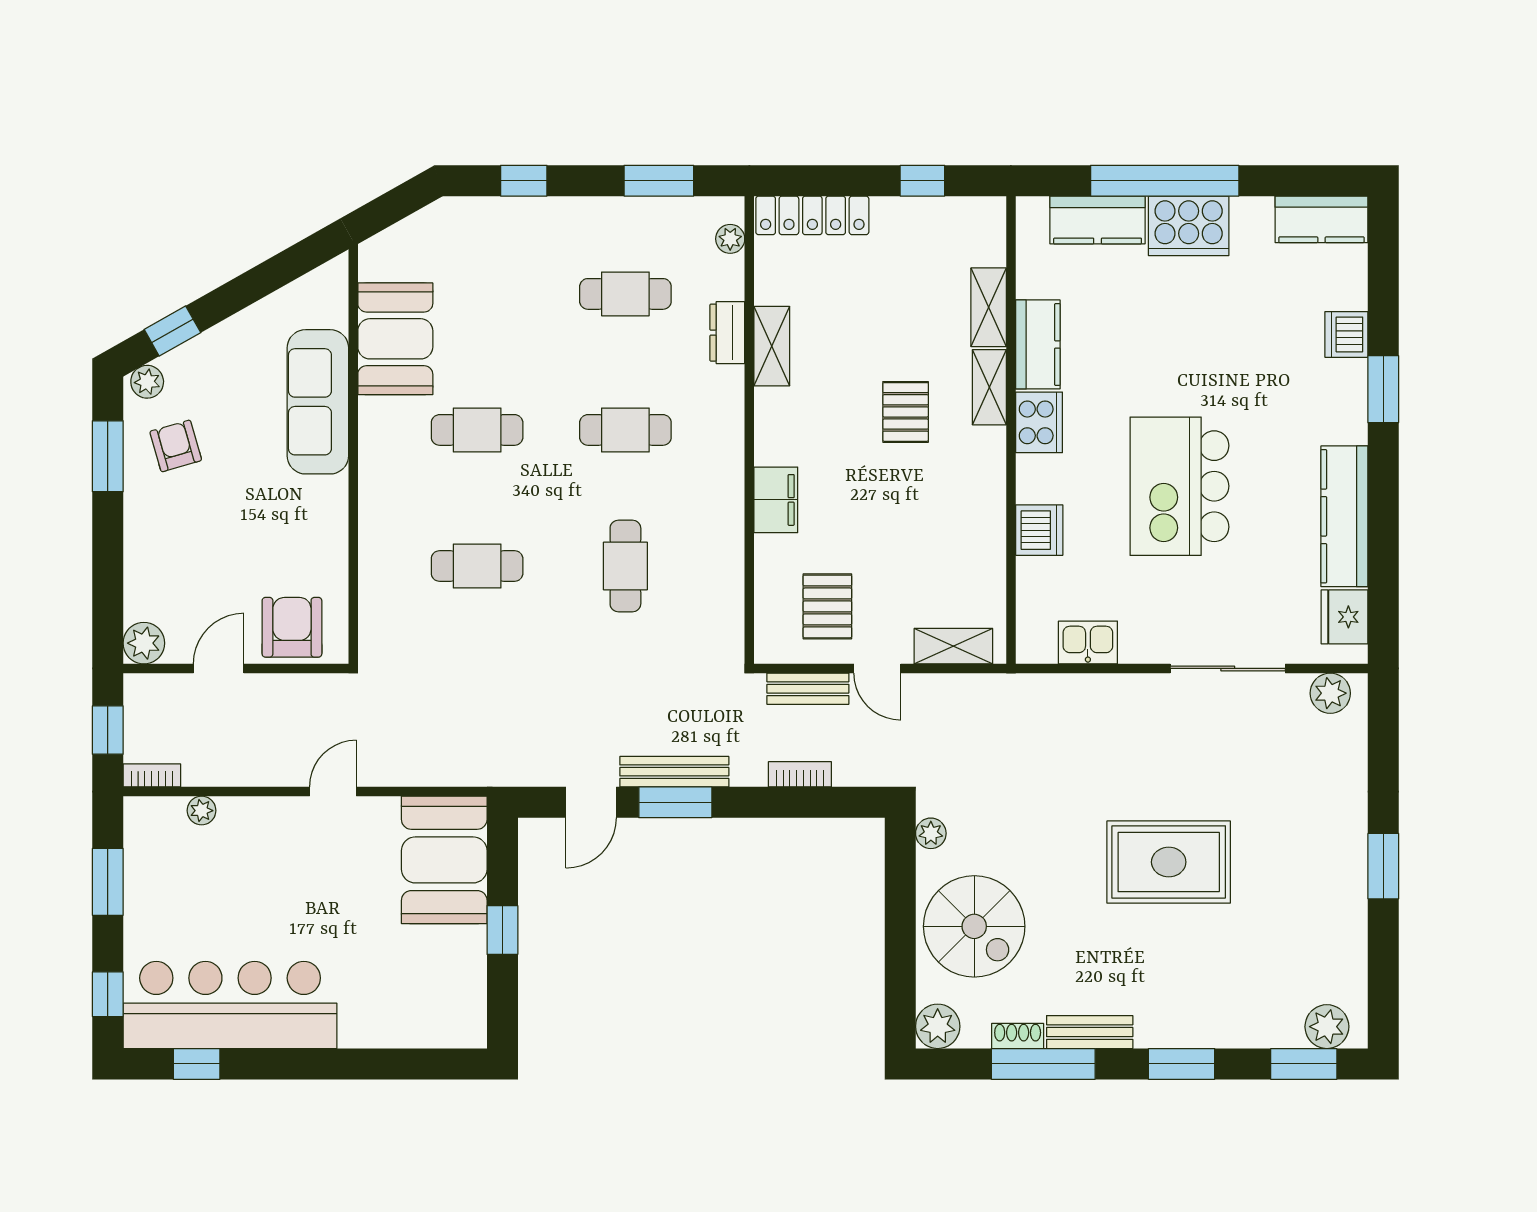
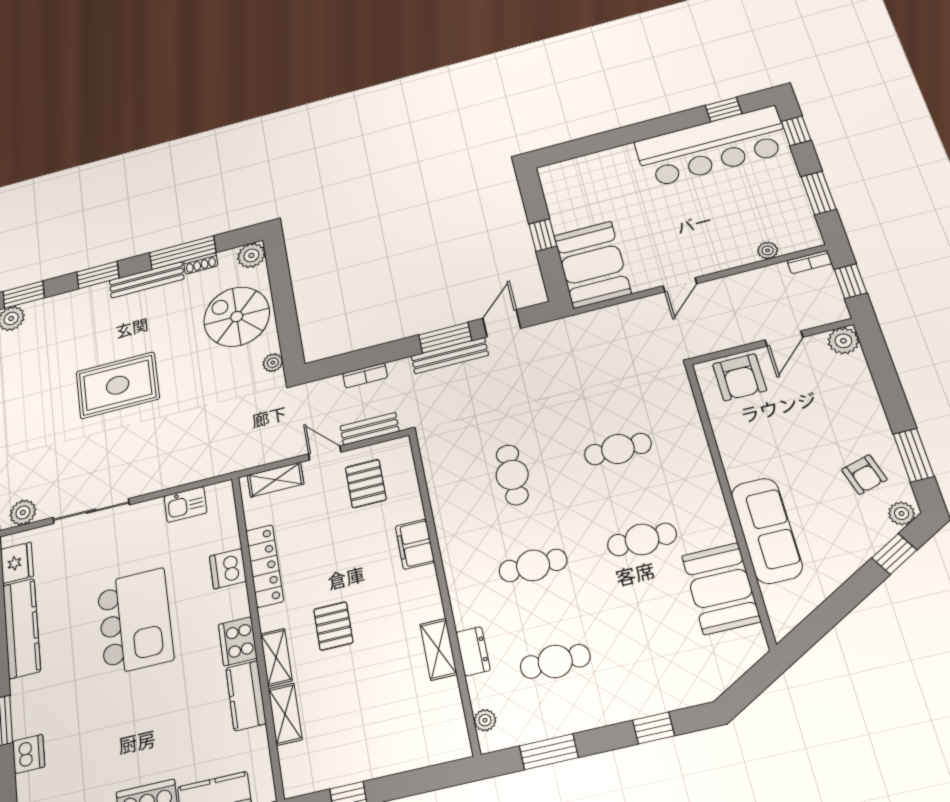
locker: (812, 215) -> (265, 566), moved, turned 90
bench: (1090, 1032) -> (147, 280), width x1.36

